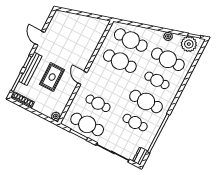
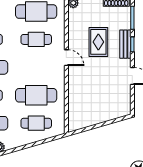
cafe table: (131, 40) -> (36, 123), width x0.73, depth x0.74
bench: (30, 69) -> (125, 44), width x0.73

